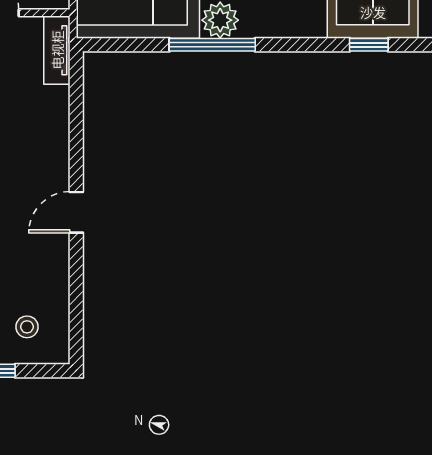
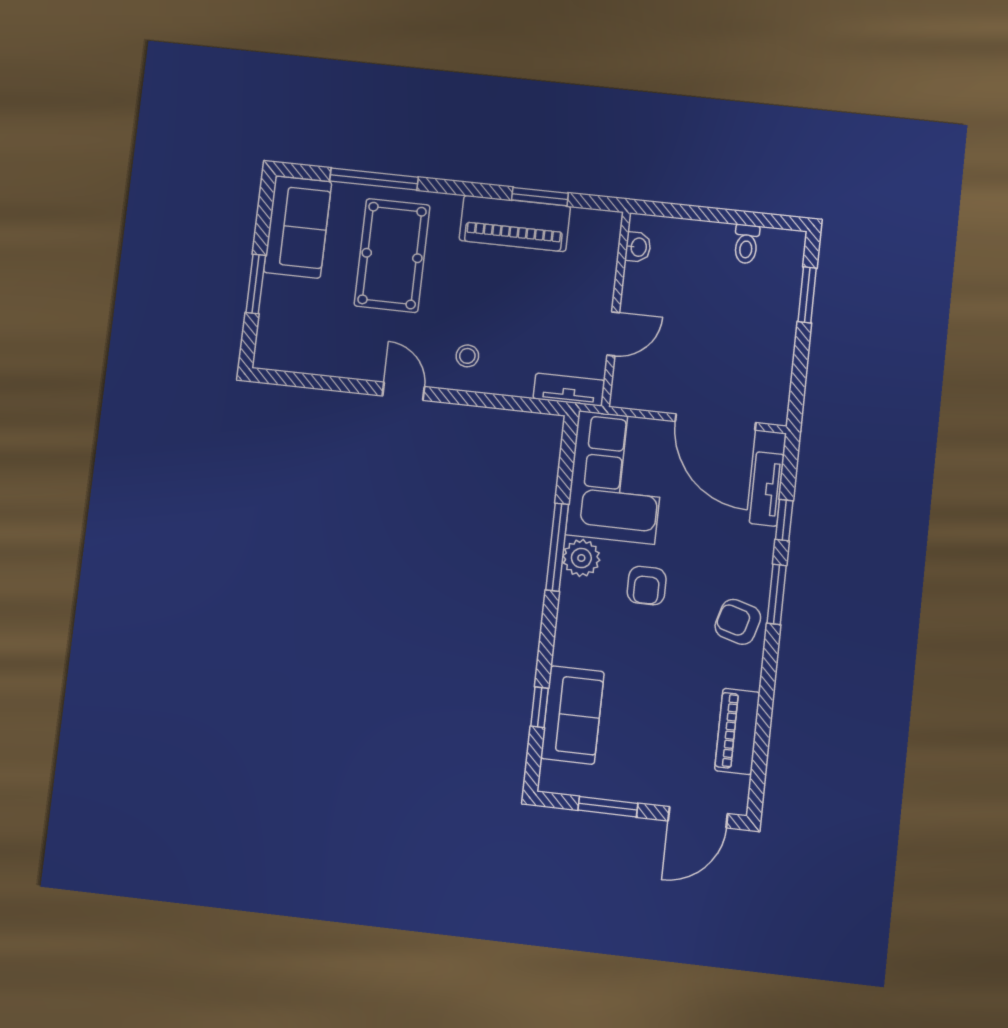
stool: (27, 327) -> (467, 356), moved

